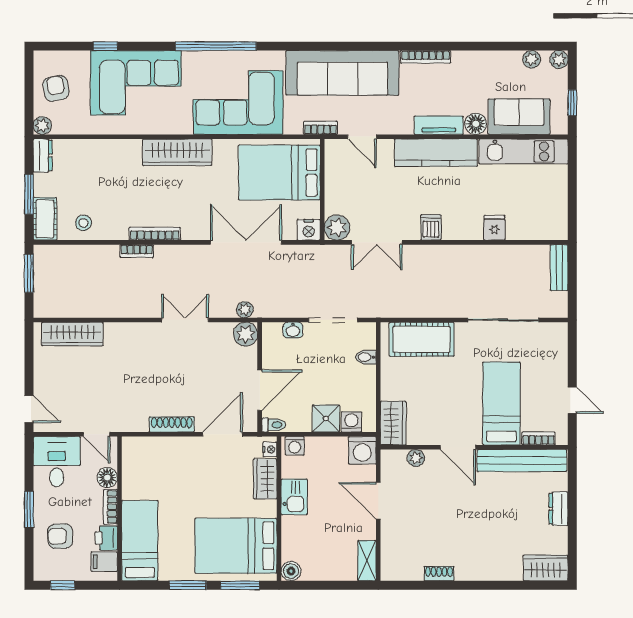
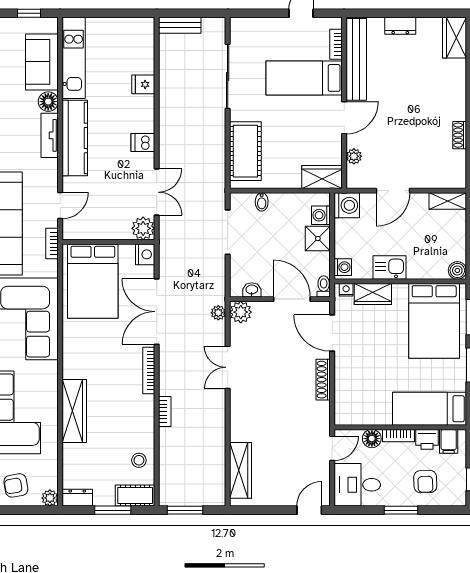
wardrobe: (177, 152) -> (74, 411), moved
bookcase: (155, 234) -> (149, 370), moved
washbasin: (293, 330) -> (252, 290), moved, turned -90

